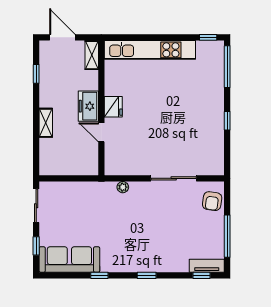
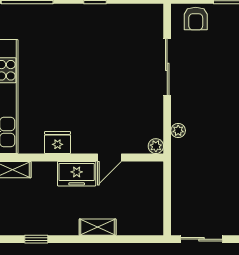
fridge: (113, 107) -> (58, 143), moved
plant: (110, 169) -> (156, 146), added
armchair: (212, 201) -> (196, 19), turned 82

